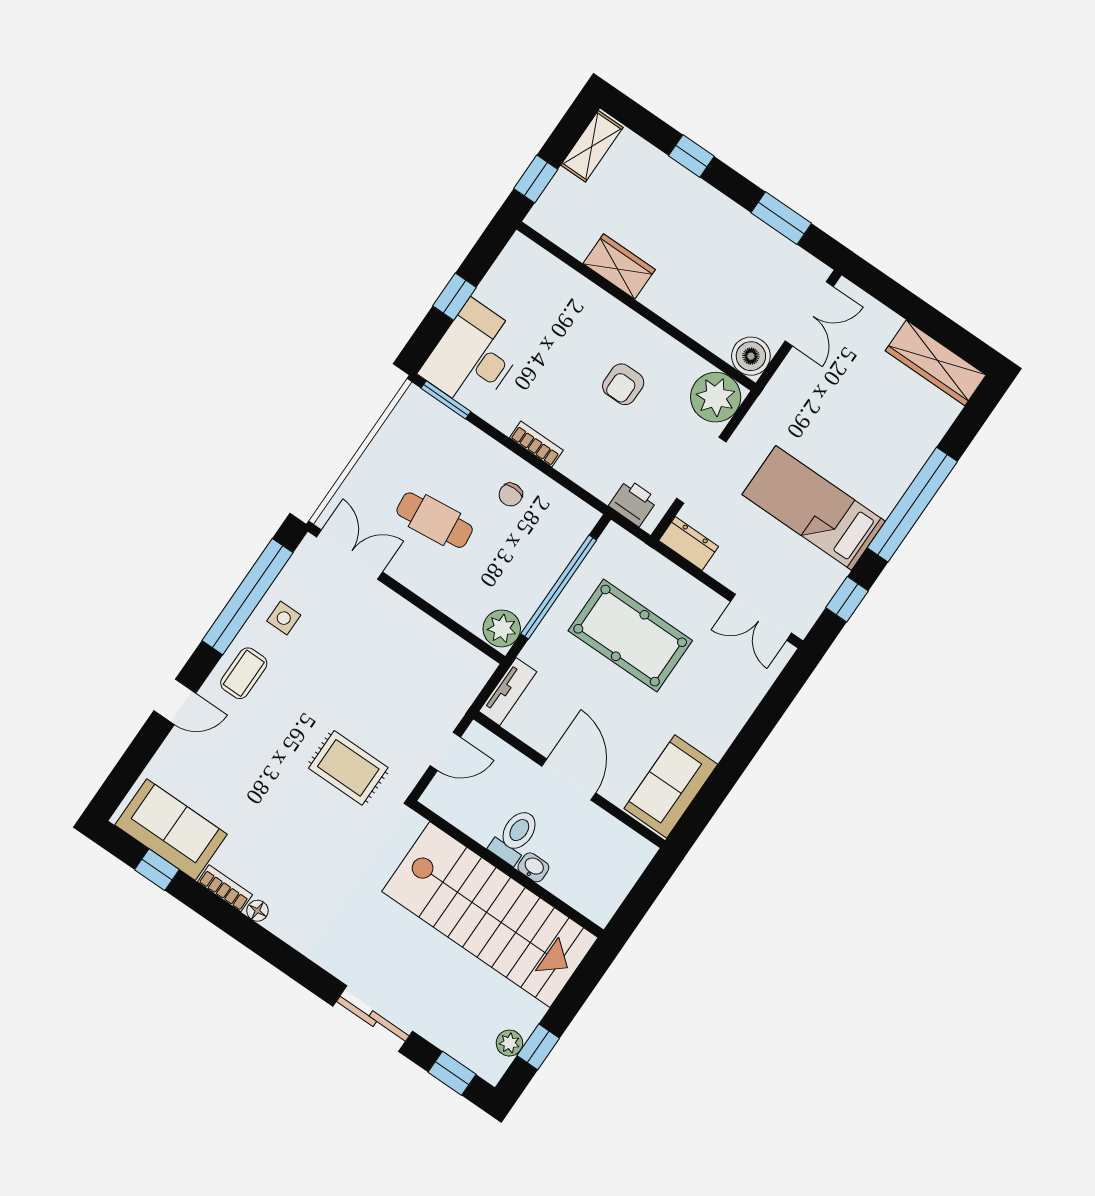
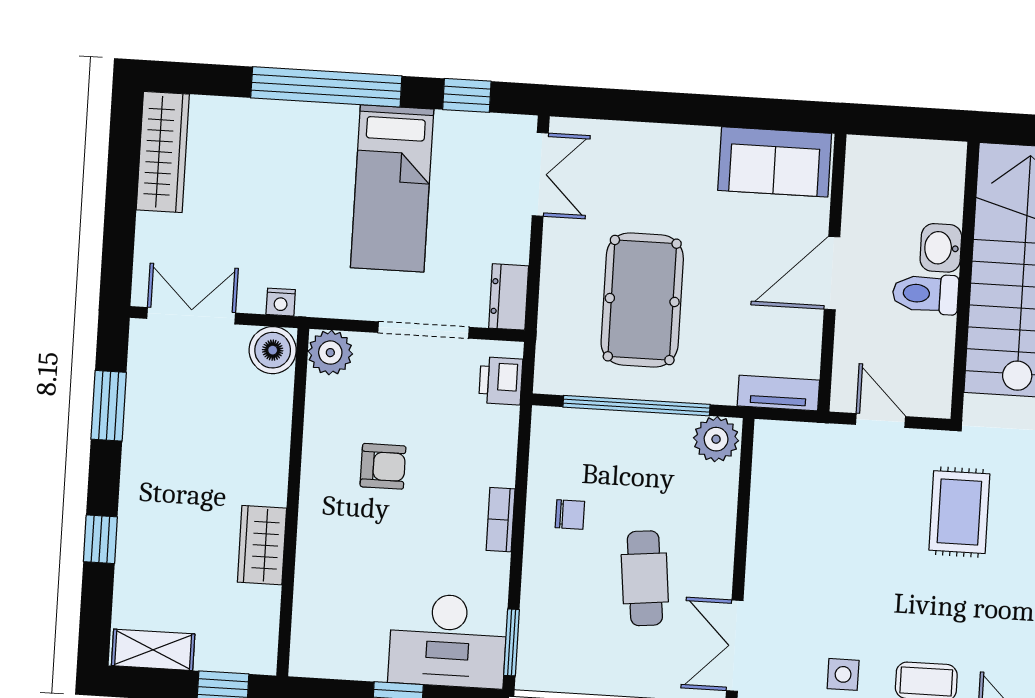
nightstand: (781, 382) -> (281, 302), added
plant: (716, 397) -> (330, 353), width x0.73, depth x0.73
washbasin: (533, 867) -> (941, 248), width x1.38, depth x1.45

